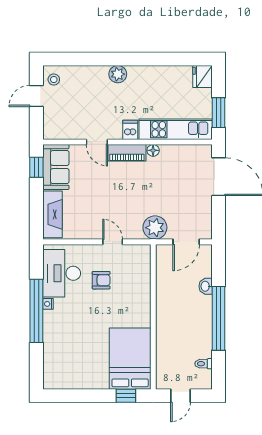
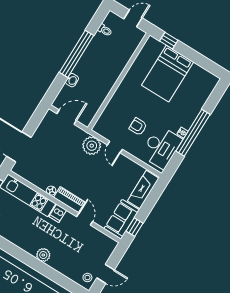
plant: (155, 228) -> (92, 146), moved
bed: (130, 359) -> (167, 74), moved

